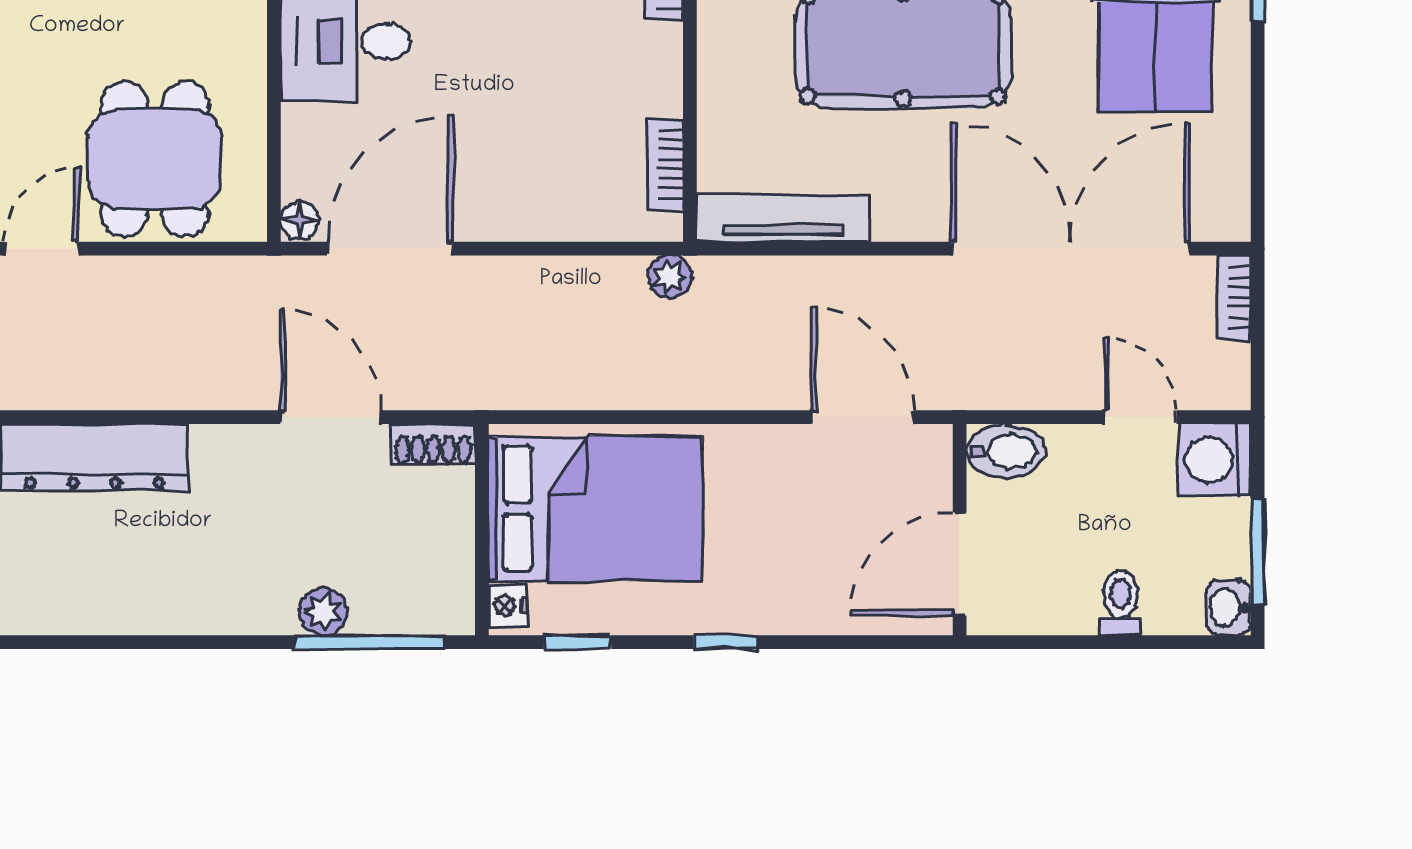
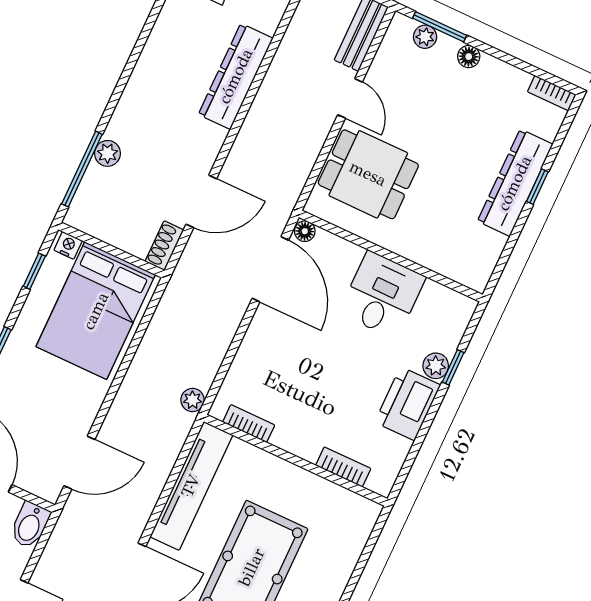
tv unit: (783, 218) -> (191, 486), width x1.36, depth x1.29

